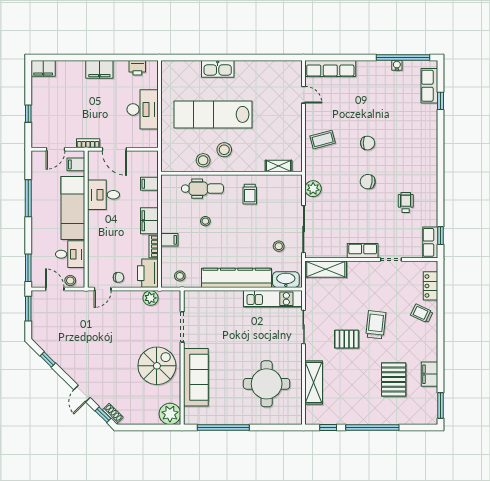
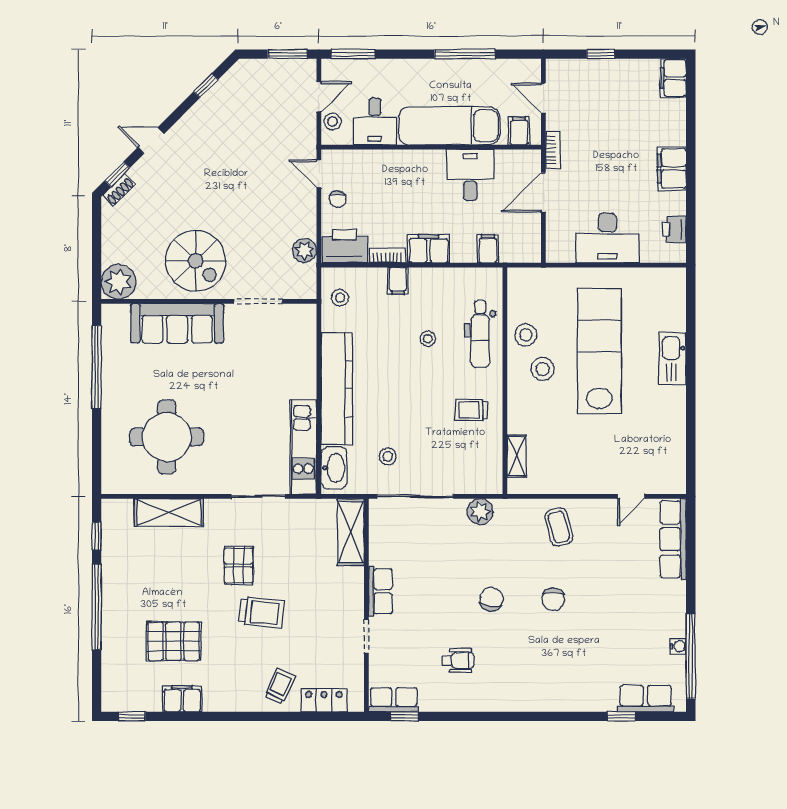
window: (441, 406) -> (132, 716), width x0.67

